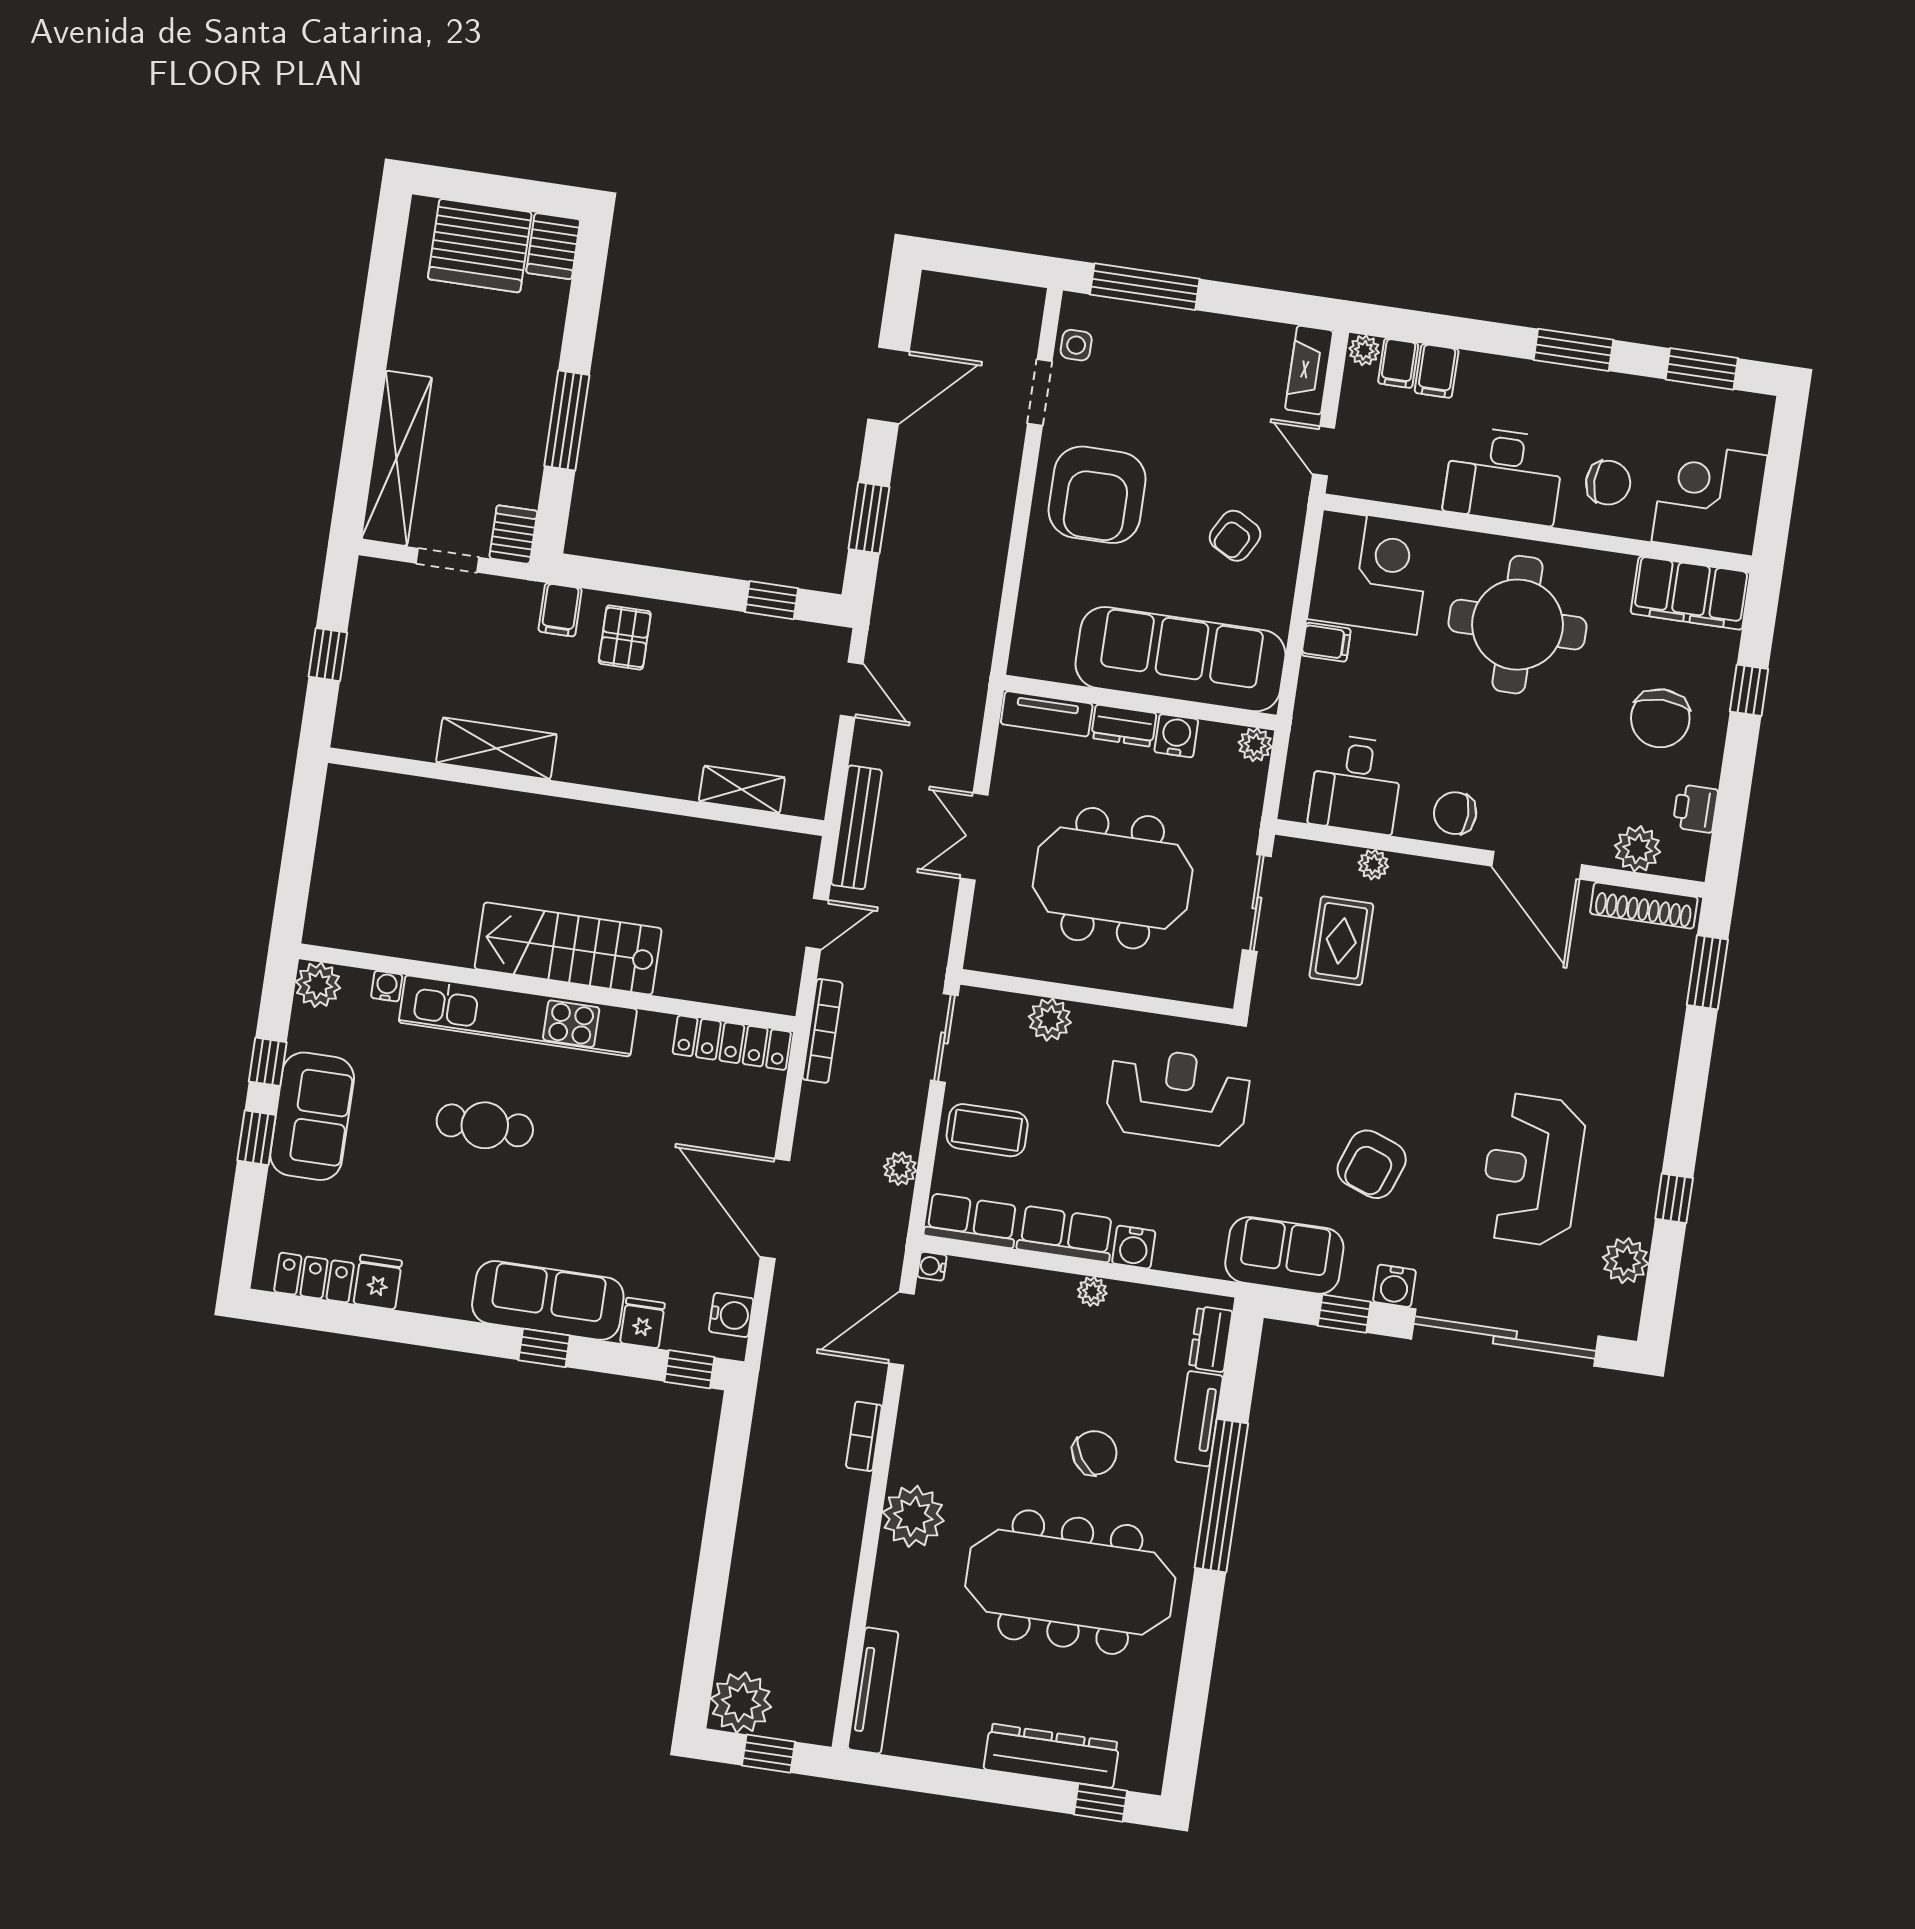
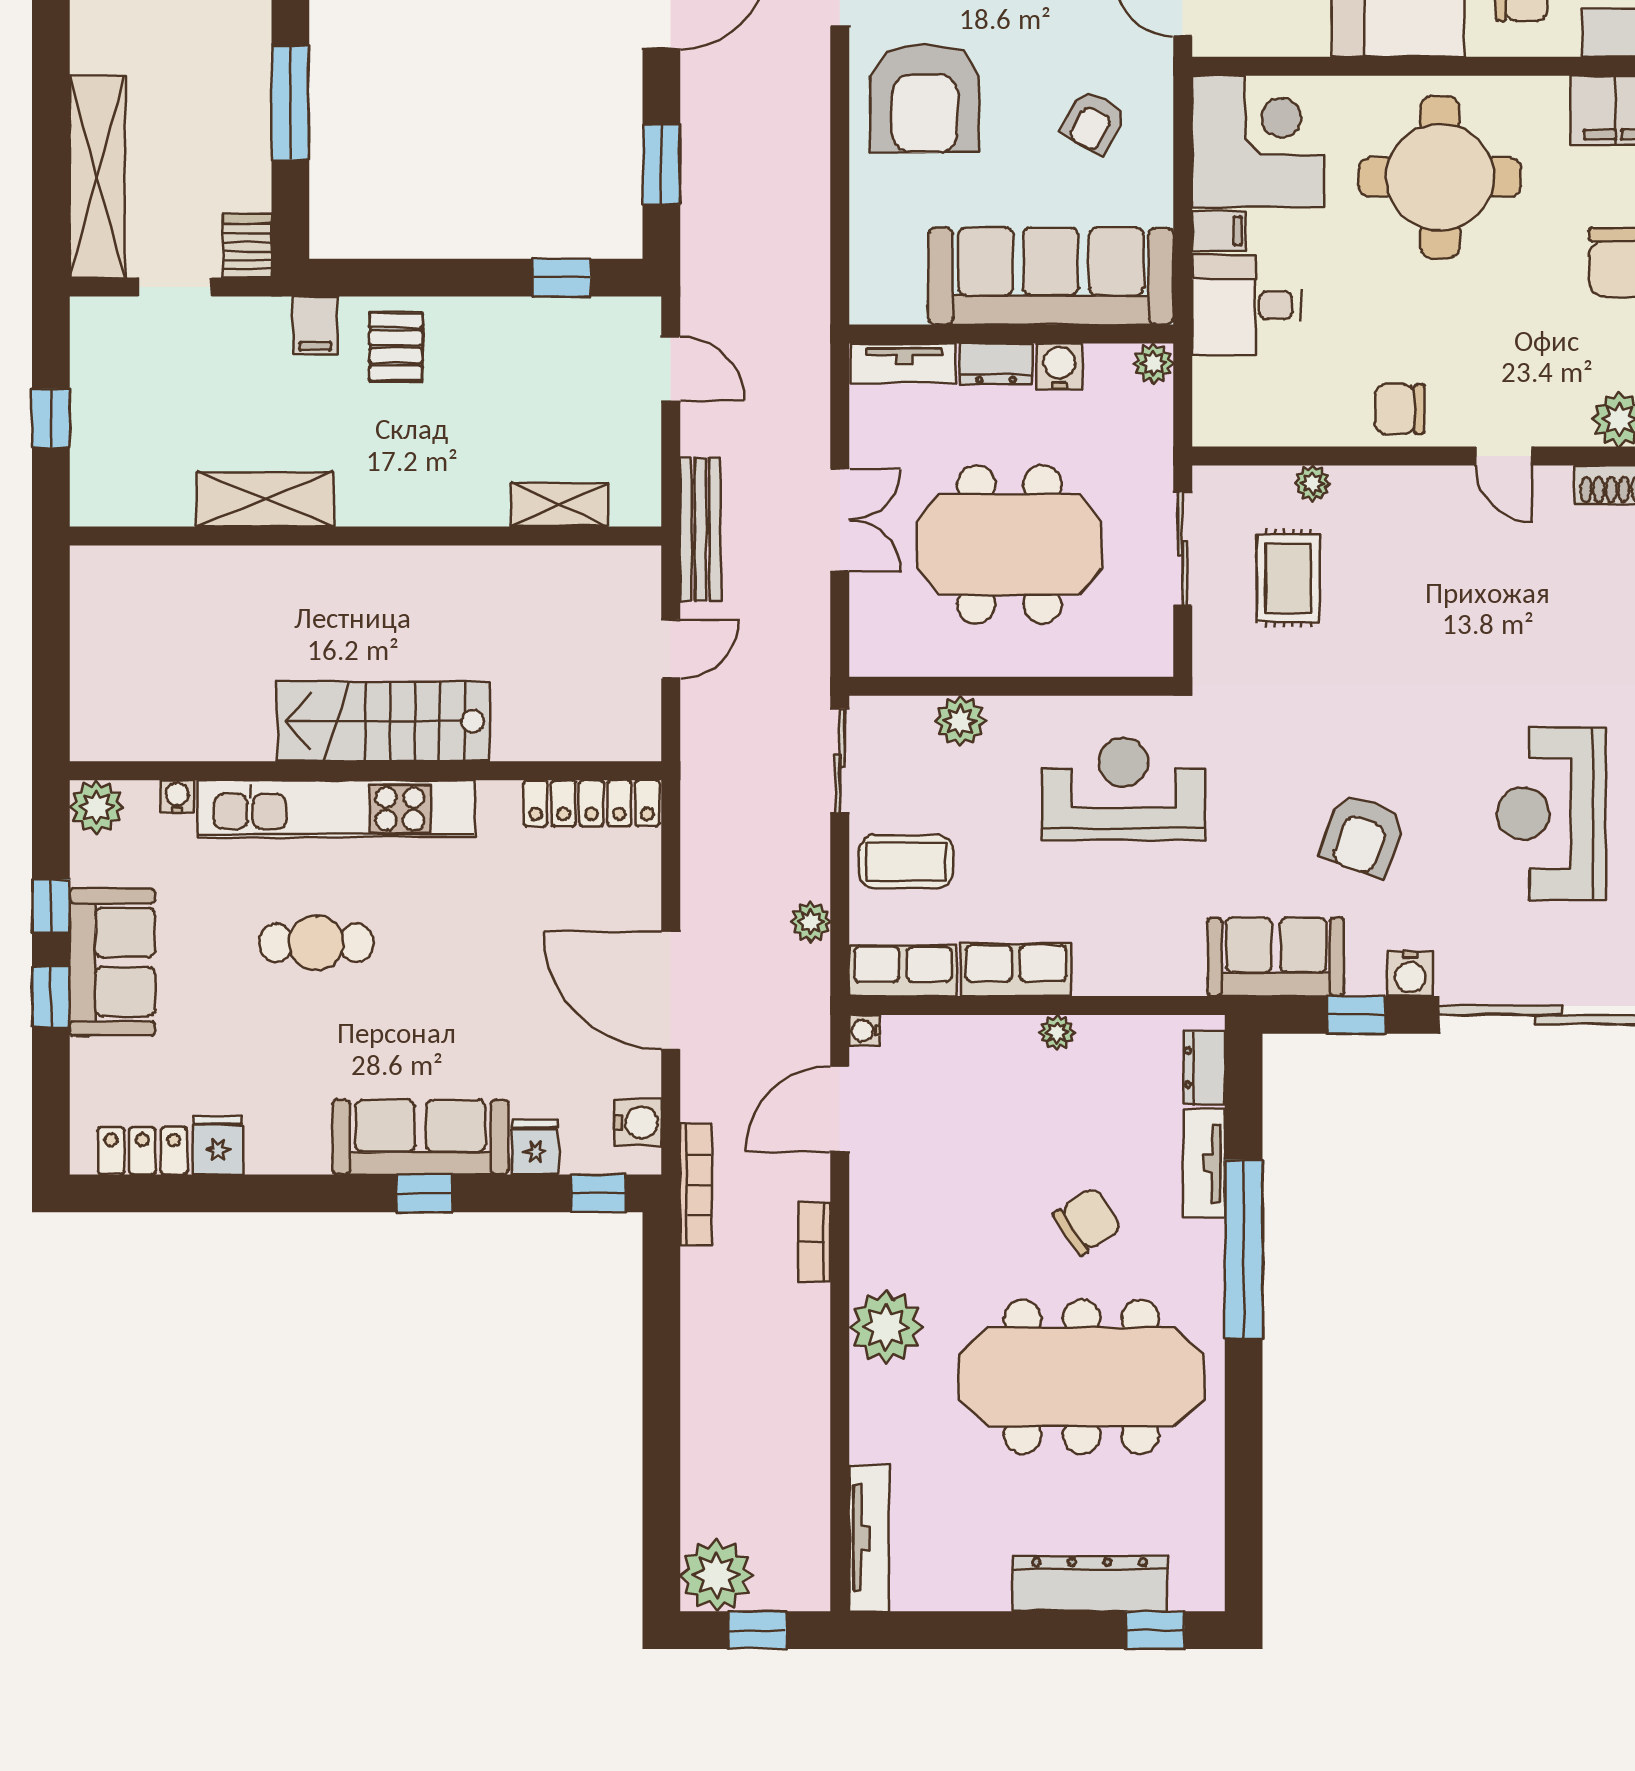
desk: (1356, 784) -> (1247, 305), moved, turned 90
double door: (974, 837) -> (840, 520), swing flipped
door: (1537, 865) -> (1504, 456), width x0.53
bookcase: (822, 1031) -> (696, 1185), moved
water cooler: (1134, 1247) -> (1098, 973), removed

